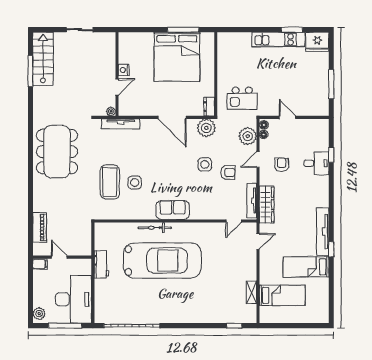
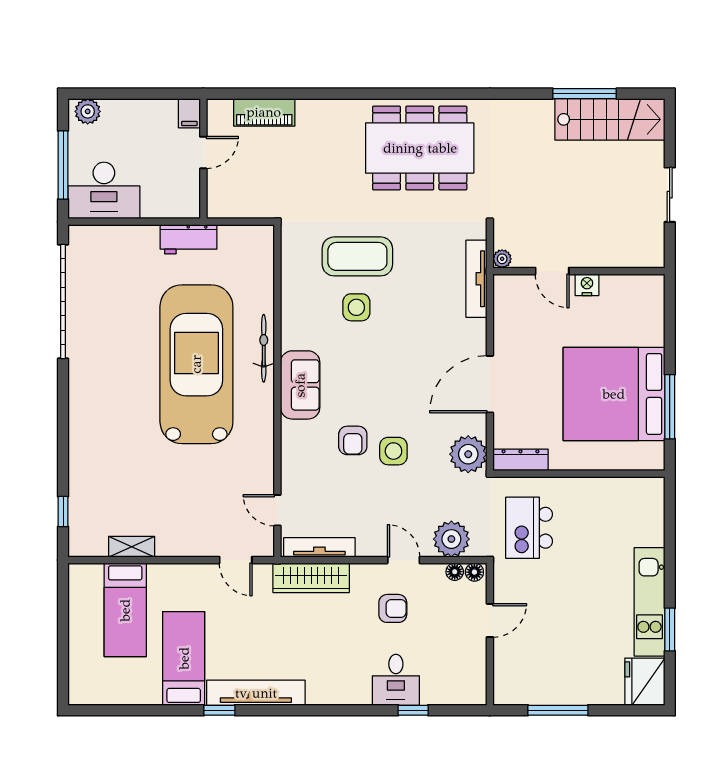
dresser: (209, 107) -> (520, 460), width x1.44
armchair: (228, 172) -> (353, 440), moved
car: (162, 261) -> (196, 364), turned 180
desk: (74, 299) -> (104, 190), width x0.73, depth x0.77

